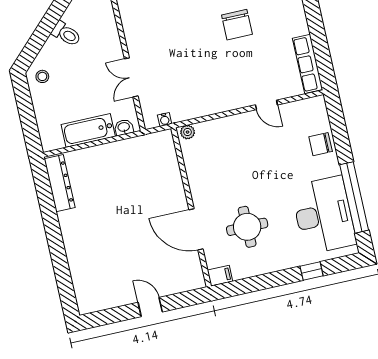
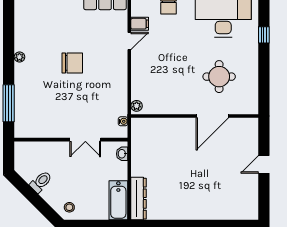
chair: (237, 25) -> (72, 63), moved
bathtub: (88, 130) -> (118, 200), moved
dresser: (60, 183) -> (139, 199), moved, turned 90
filing cabinet: (220, 276) -> (140, 24), moved, turned 90

